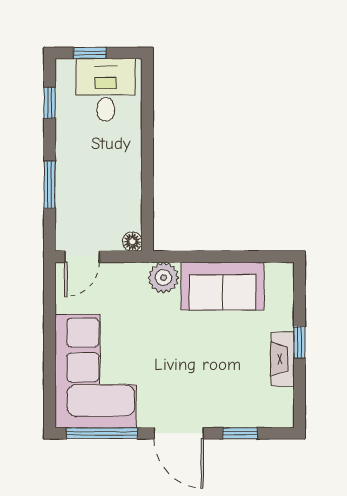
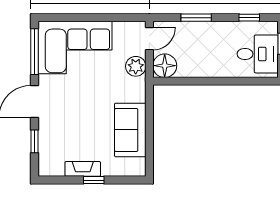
floor lamp: (132, 242) -> (165, 66), width x1.89, depth x1.89
door: (82, 257) -> (149, 39), swing flipped
plant: (163, 278) -> (136, 66), moved

